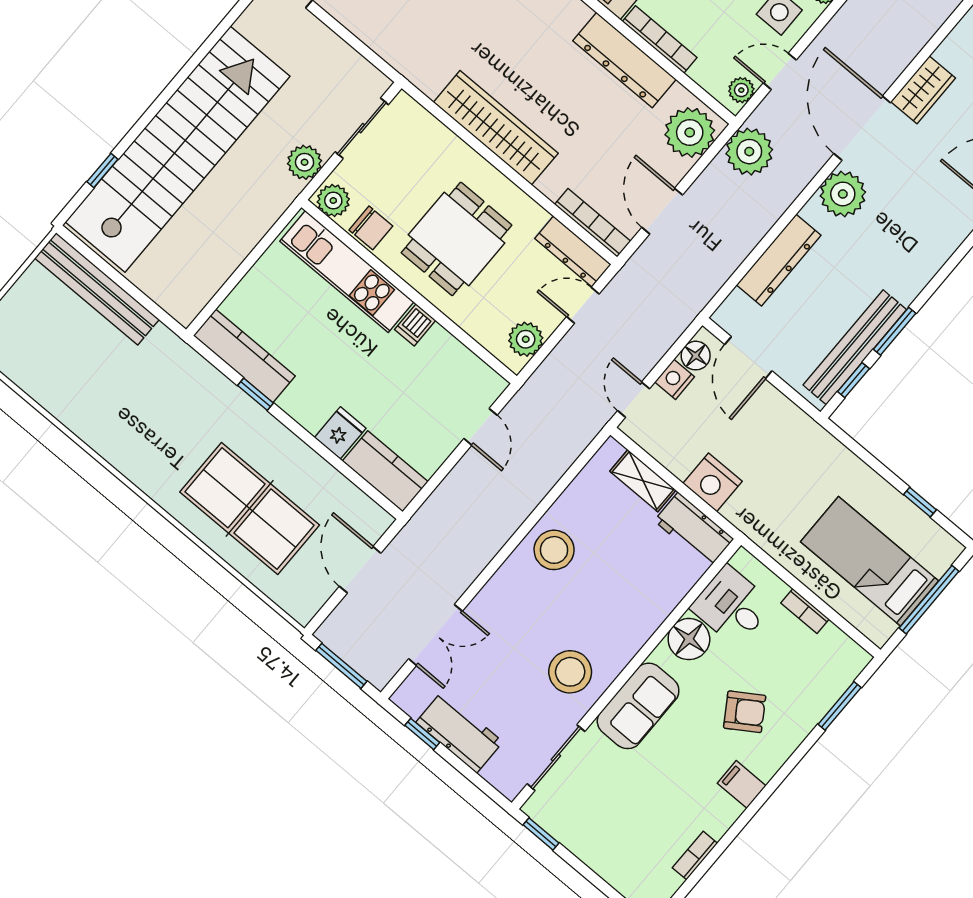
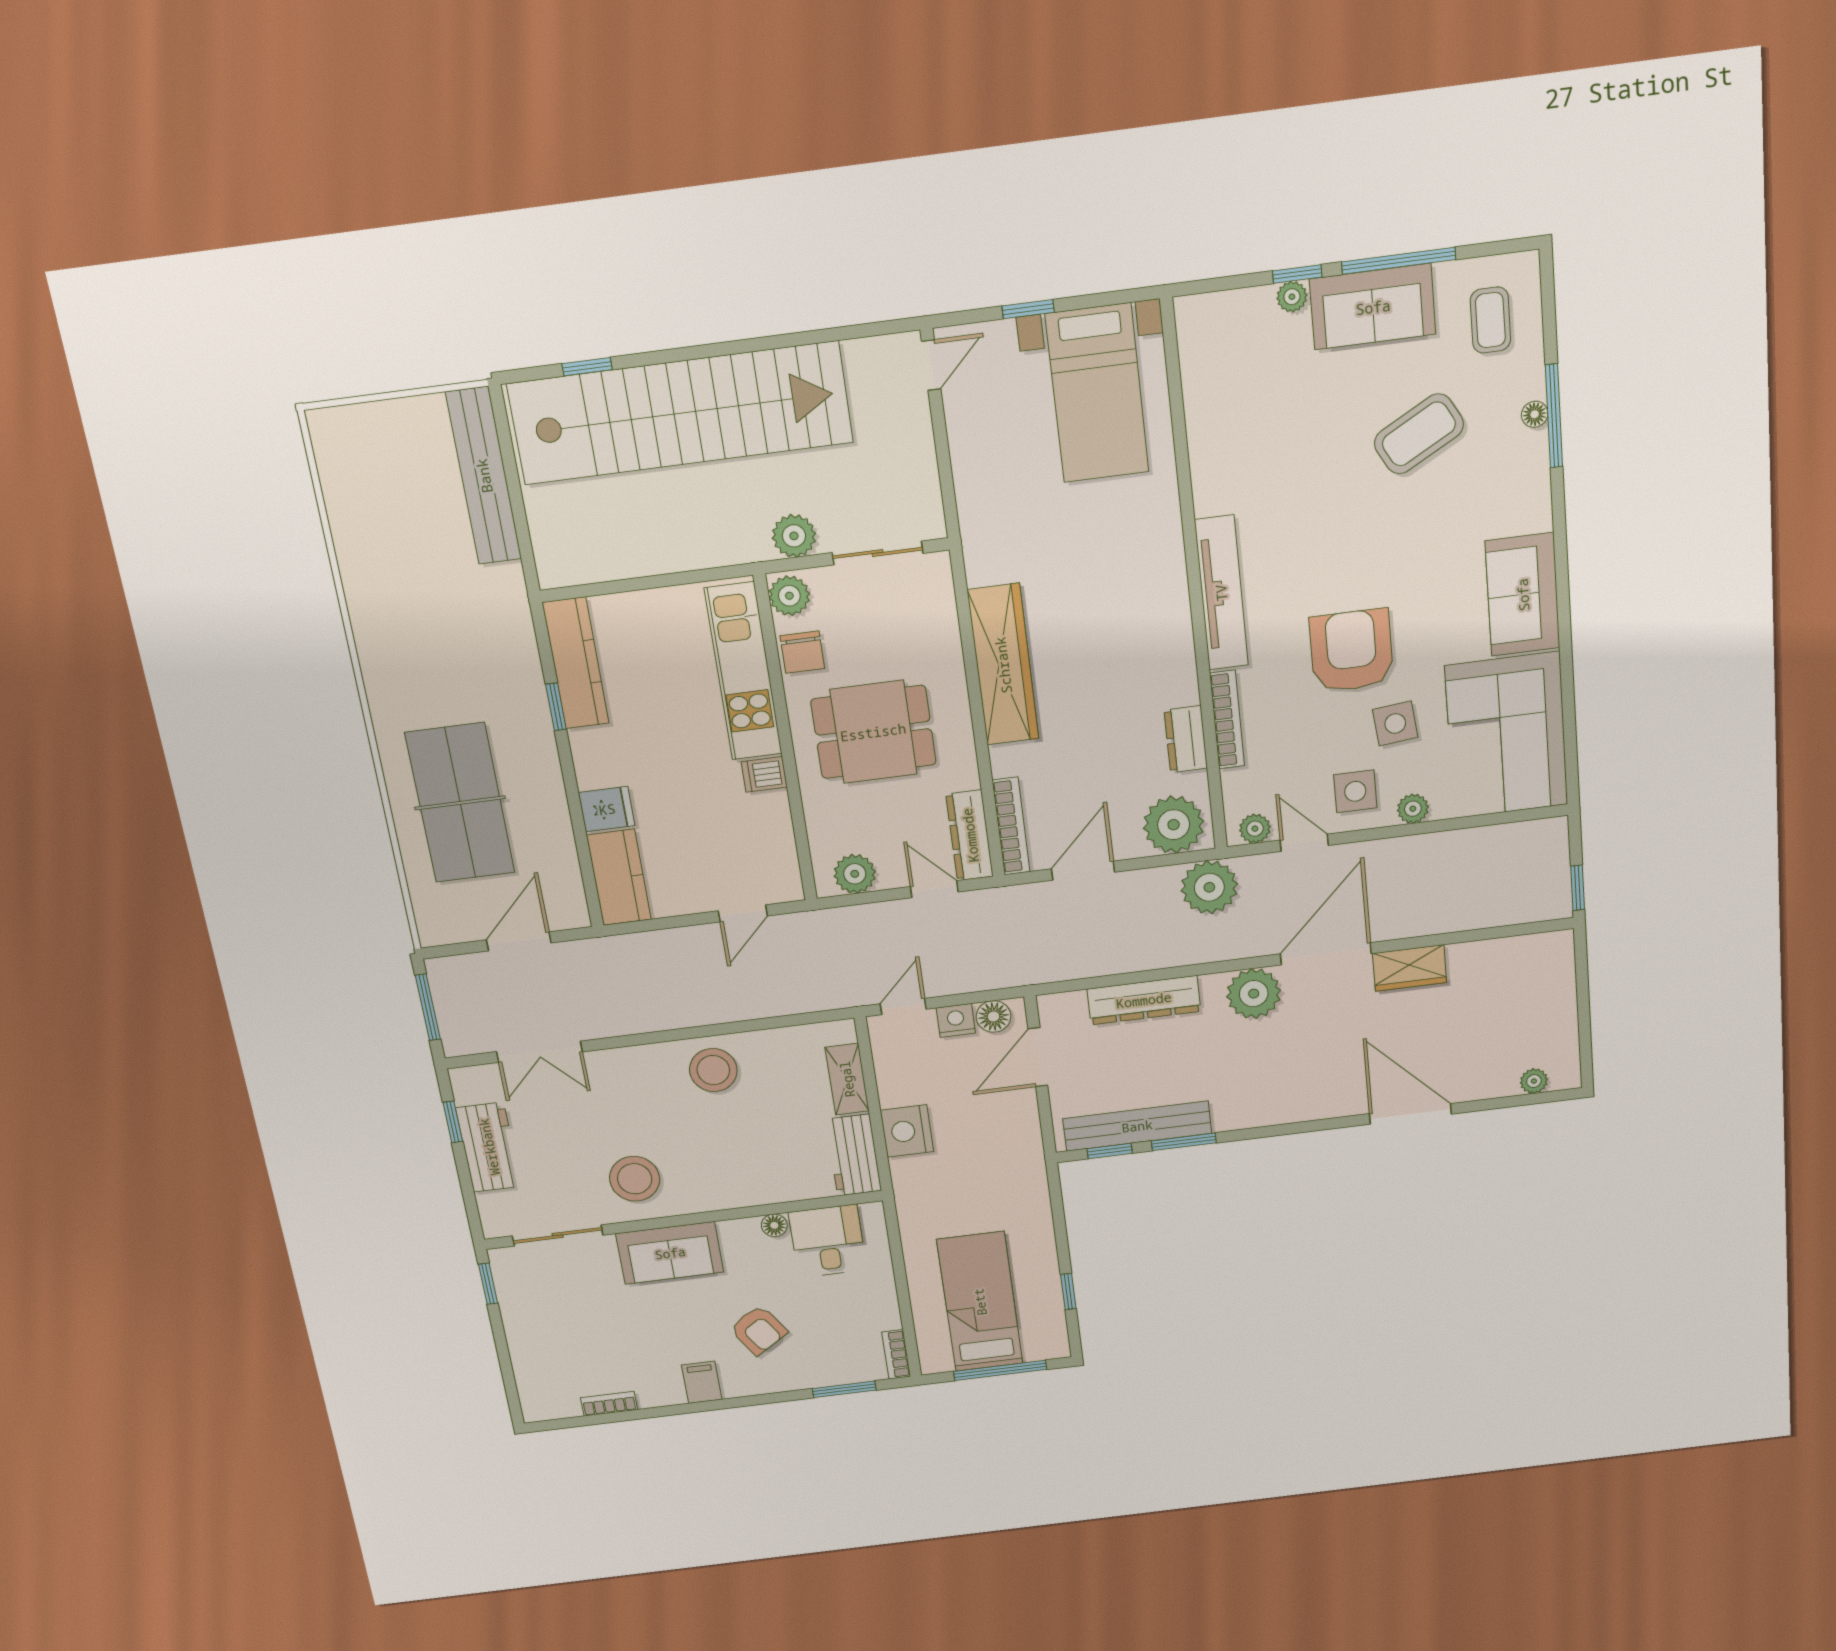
dresser: (624, 60) -> (1186, 739), width x0.51, depth x0.80
bookcase: (805, 611) -> (896, 1354), moved
floor lamp: (689, 639) -> (774, 1225), width x0.53, depth x0.53

